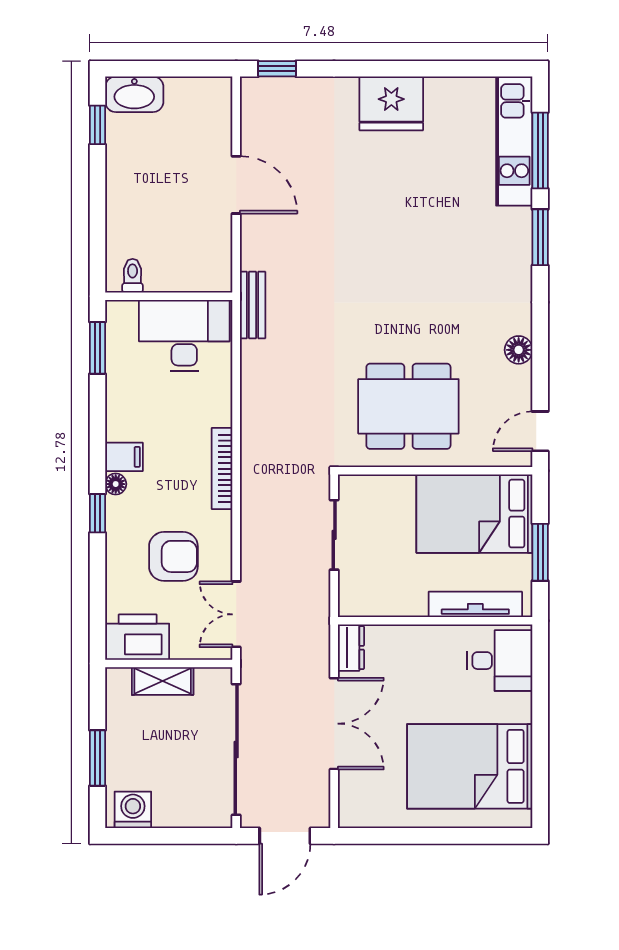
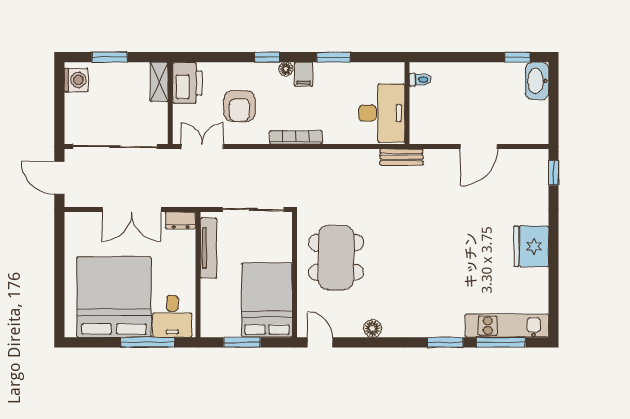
window: (97, 348) -> (334, 57), moved
sliding door: (334, 535) -> (253, 210), width x1.37
tv unit: (475, 604) -> (208, 248), moved
shelving: (163, 681) -> (159, 82), moved
window: (540, 698) -> (148, 342), added
bed: (470, 766) -> (114, 297), width x1.36

